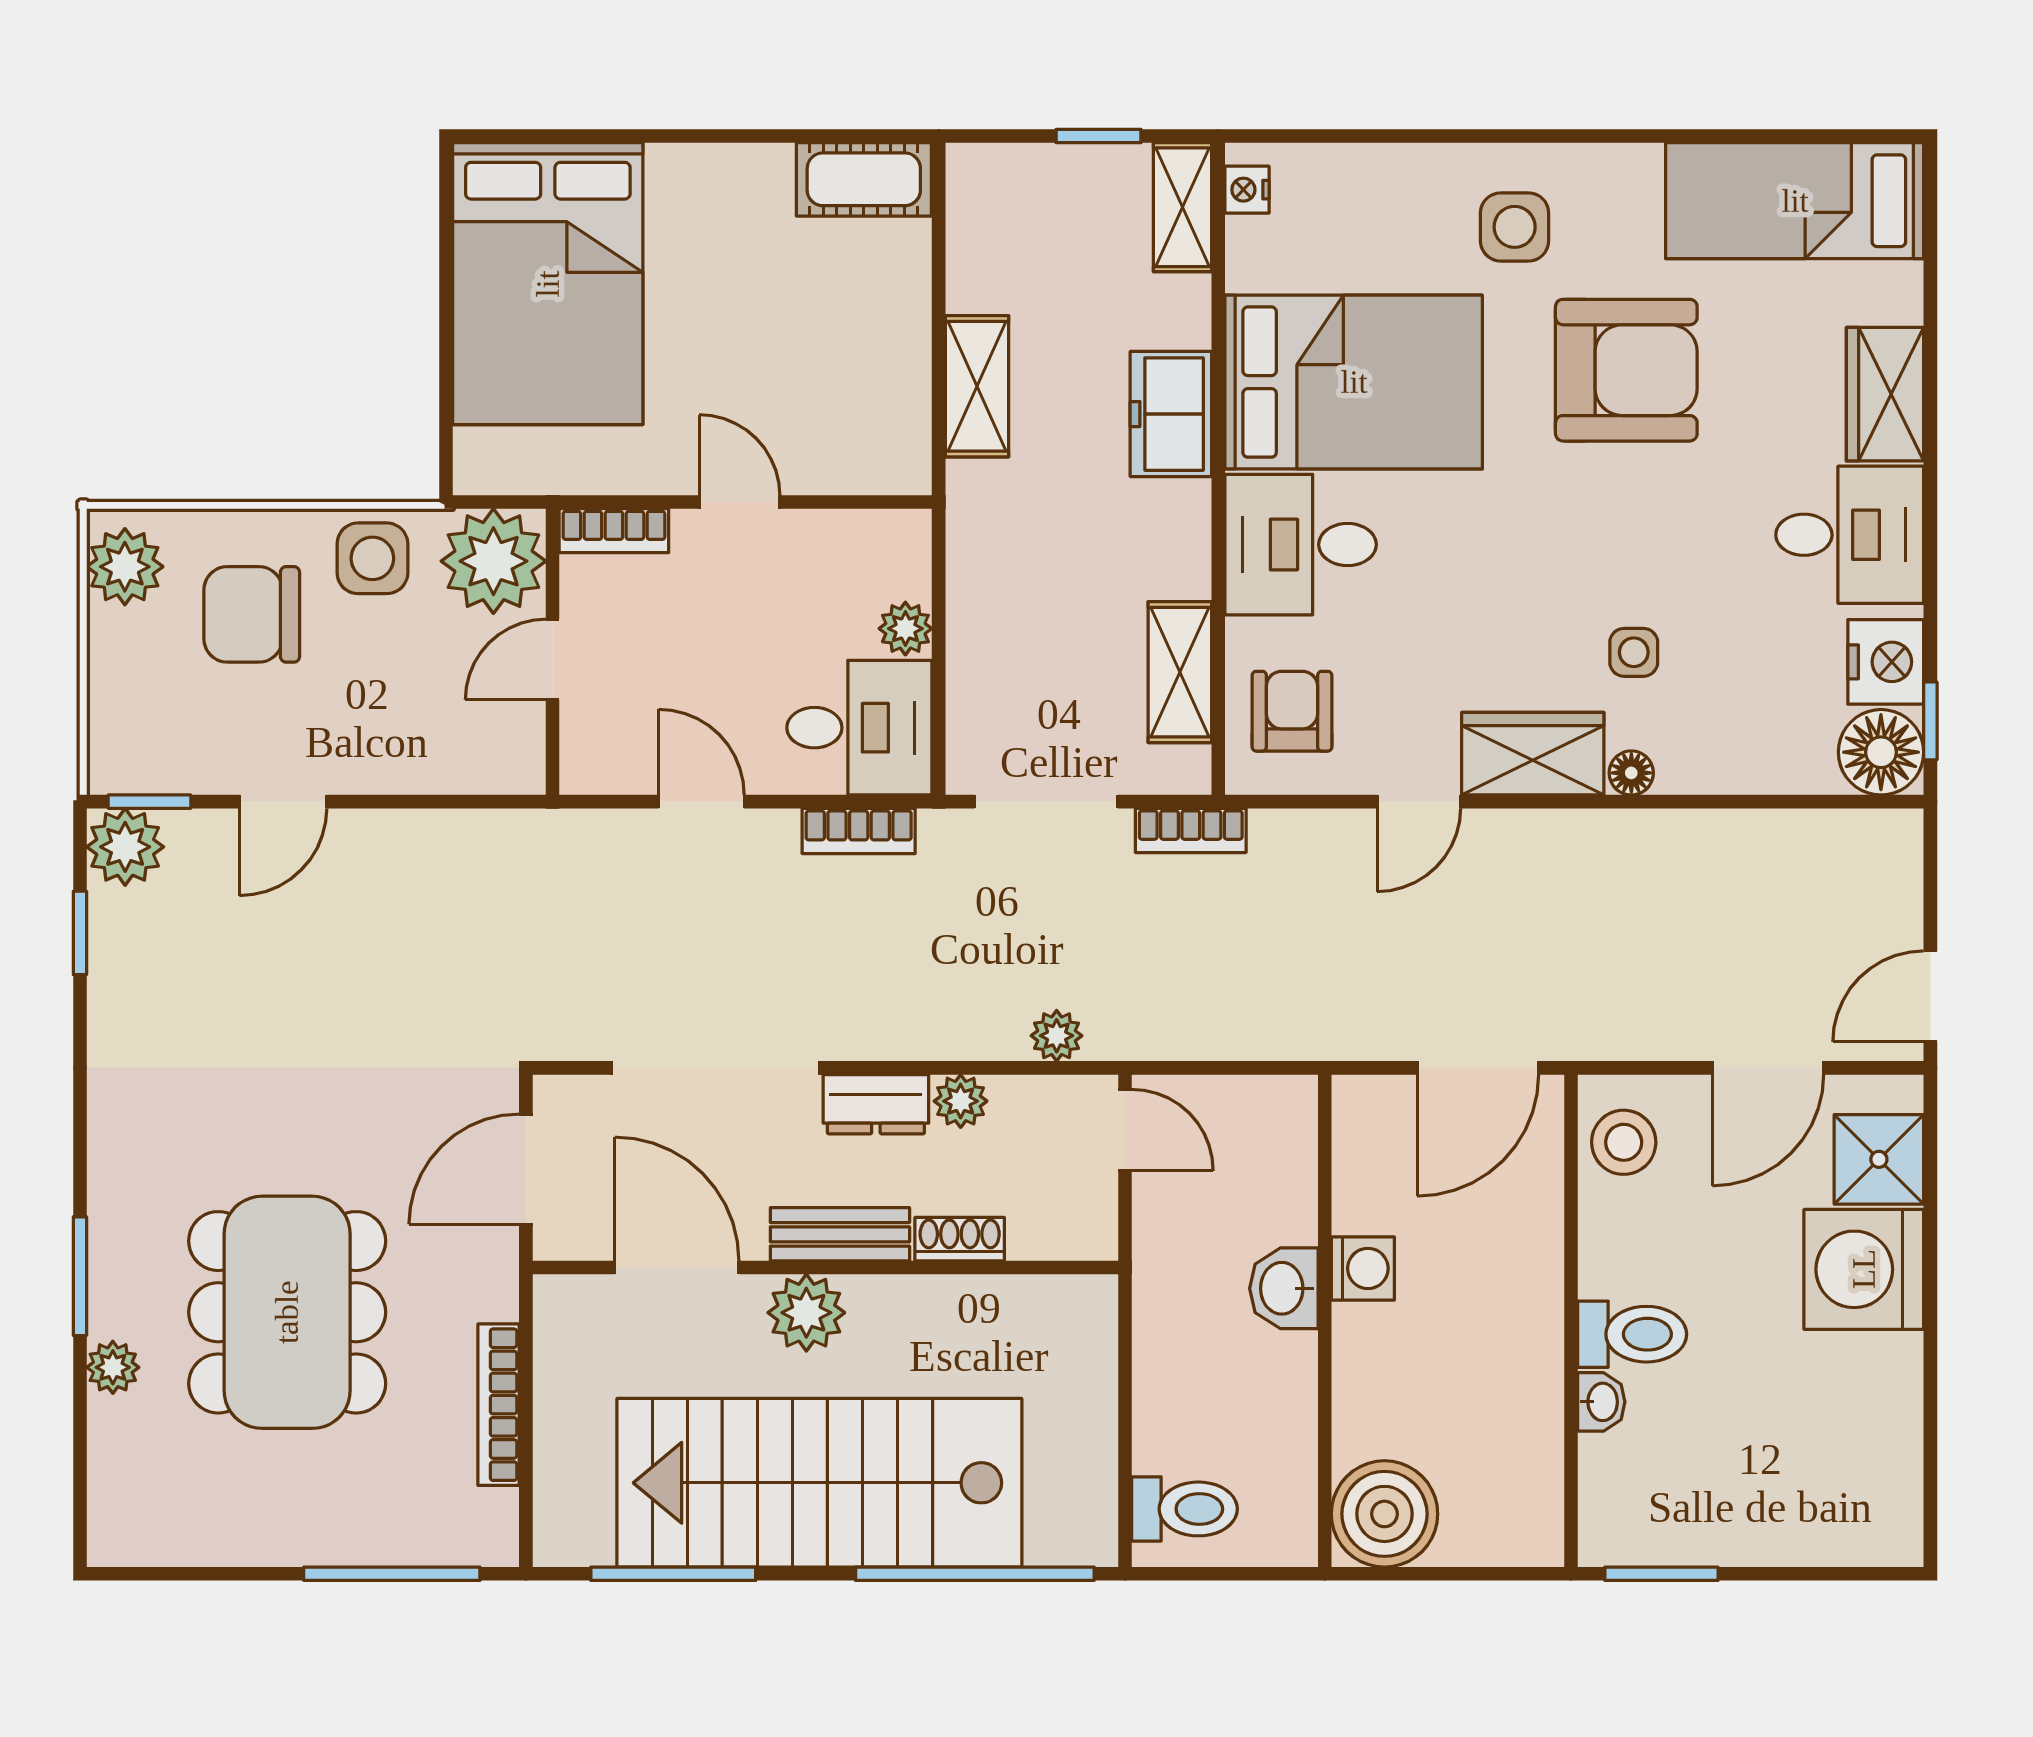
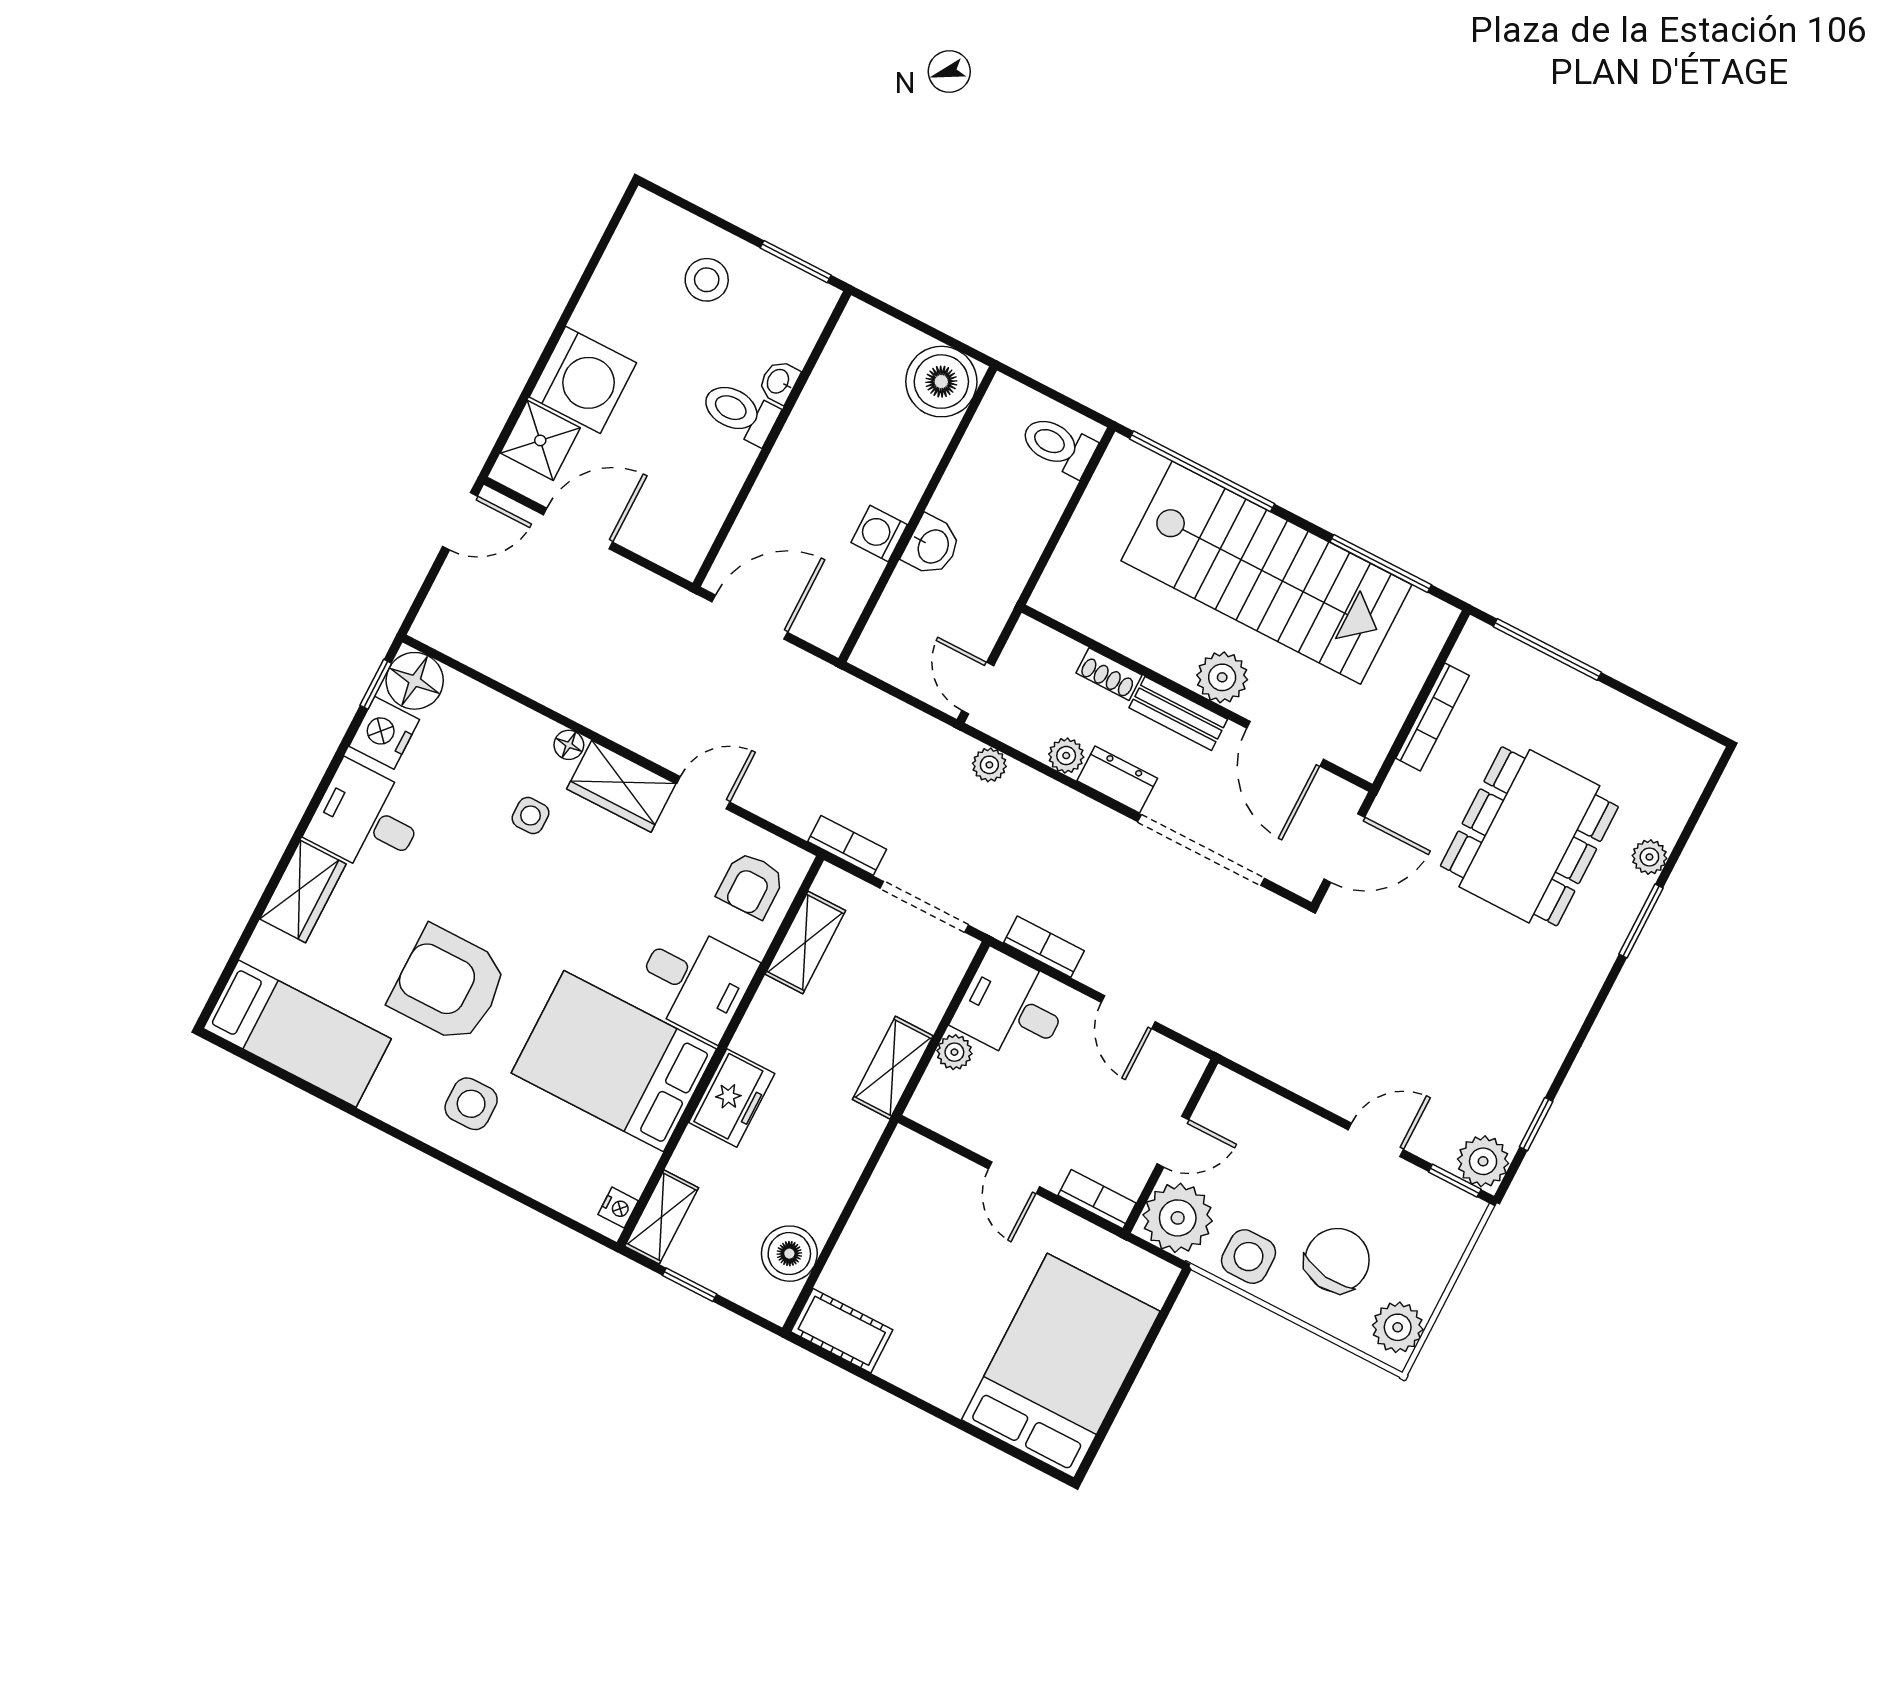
boiler: (987, 246) -> (789, 1254), added
shelving: (977, 386) -> (893, 1068), moved
chair: (252, 614) -> (1337, 1260), turned -82
stool: (1624, 1142) -> (707, 280), moved

